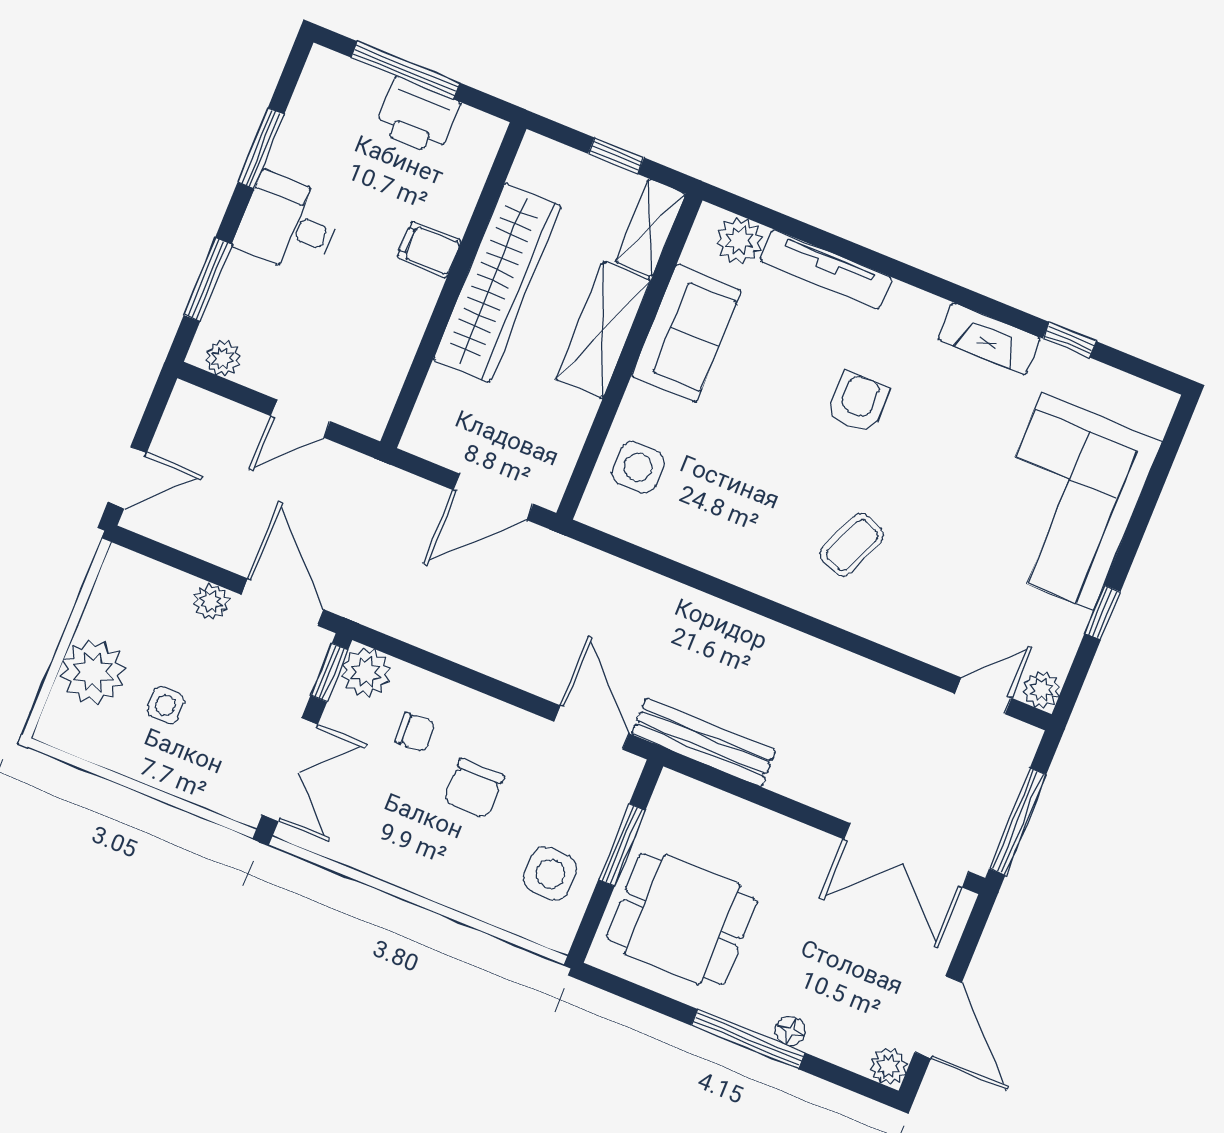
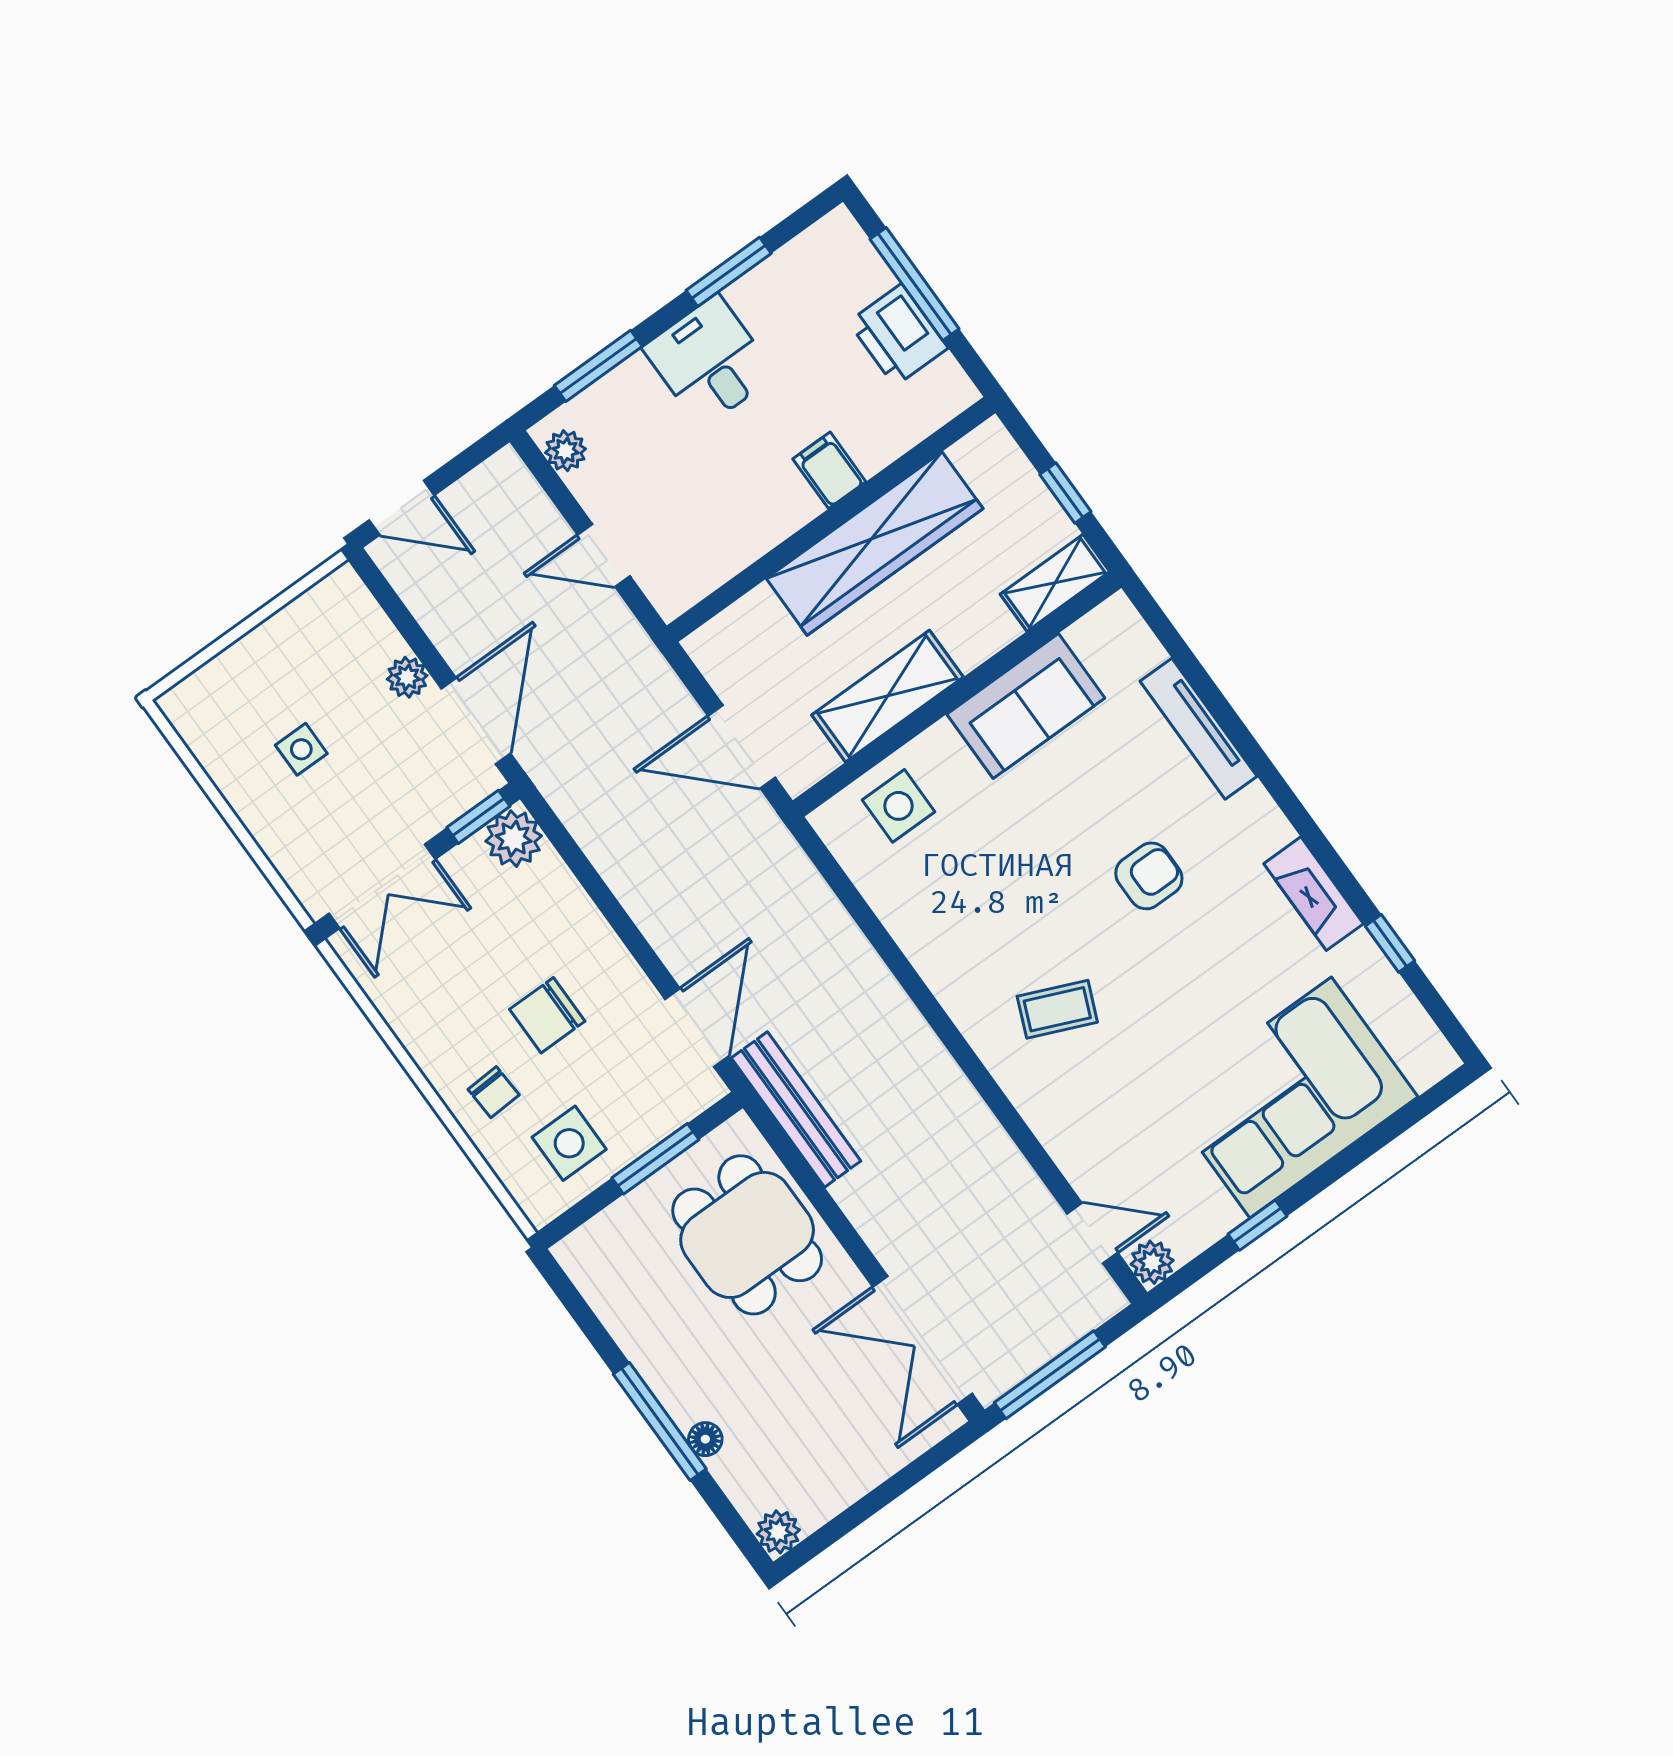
plant: (739, 240) -> (1133, 649), removed
shelving: (603, 330) -> (888, 696), moved
plant: (93, 672) -> (251, 674), removed
chair: (415, 732) -> (494, 1092), moved
dining table: (682, 919) -> (747, 1235), moved
door: (938, 1017) -> (856, 1515), removed

